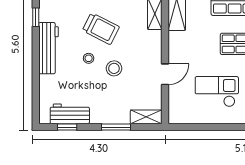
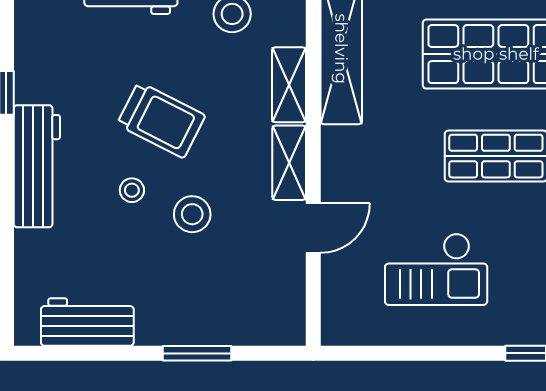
checkout: (217, 92) -> (436, 269), turned 180
shelving: (146, 117) -> (289, 163), moved, turned 90
window: (67, 127) -> (81, 353), removed

